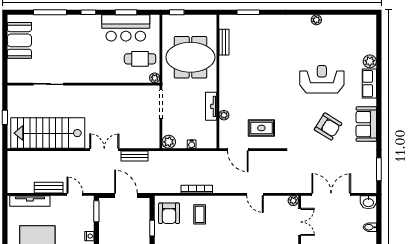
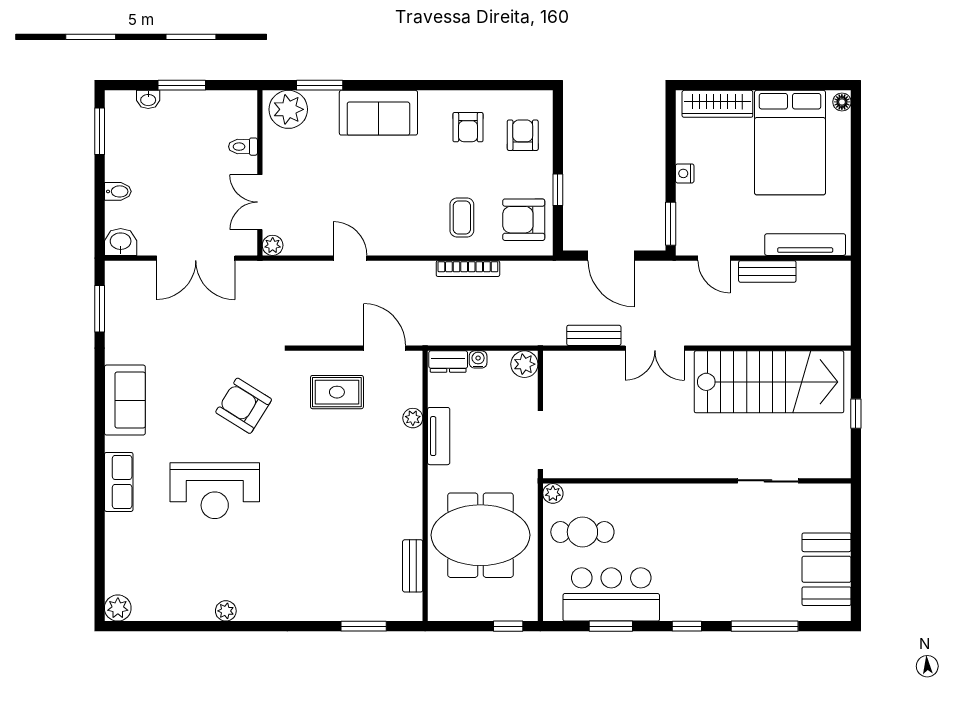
plant: (370, 61) -> (118, 608), moved
armchair: (328, 126) -> (244, 406), moved
dresser: (206, 143) -> (448, 362), added
armchair: (169, 213) -> (524, 220), turned -90

